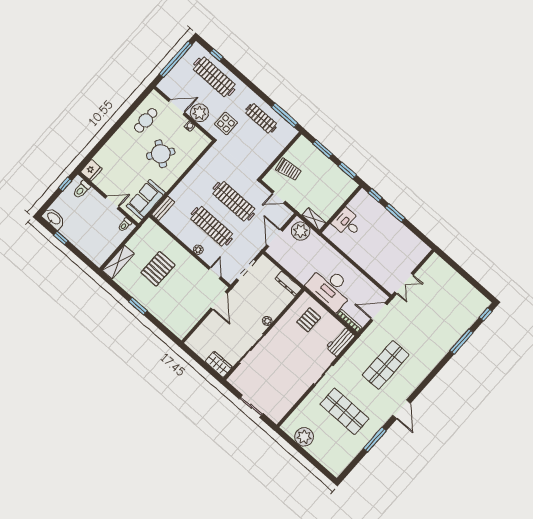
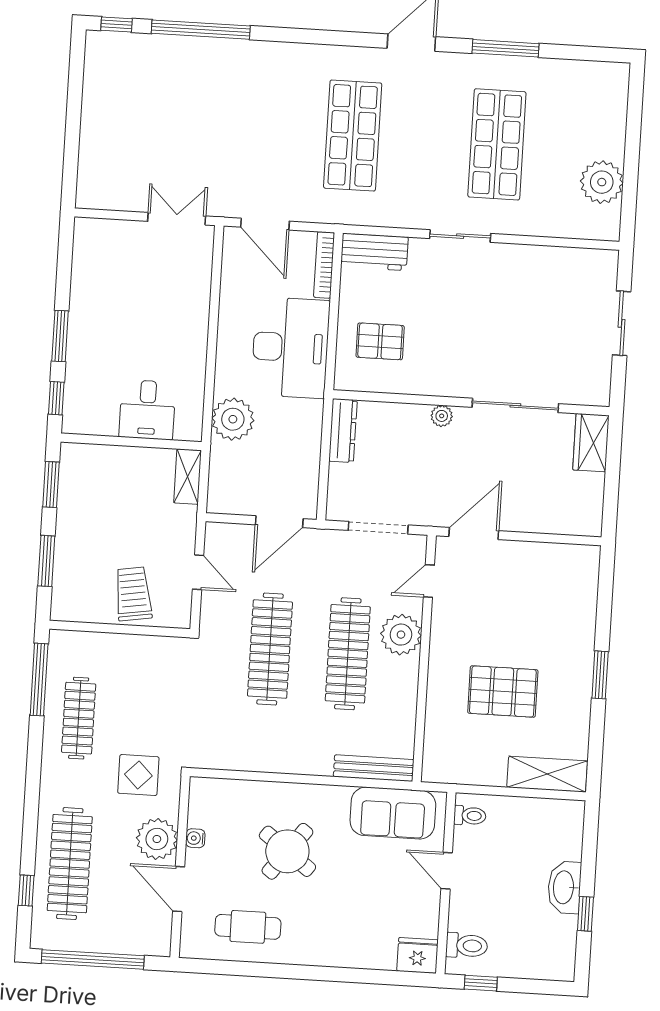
bench: (163, 208) -> (374, 768), width x1.36
washbasin: (54, 219) -> (564, 887), moved
plant: (301, 231) -> (233, 419), moved
plant: (198, 250) -> (401, 635), width x1.87, depth x1.87
window: (462, 342) -> (201, 30), width x1.46
shop shelf: (386, 365) -> (353, 136), turned 90

